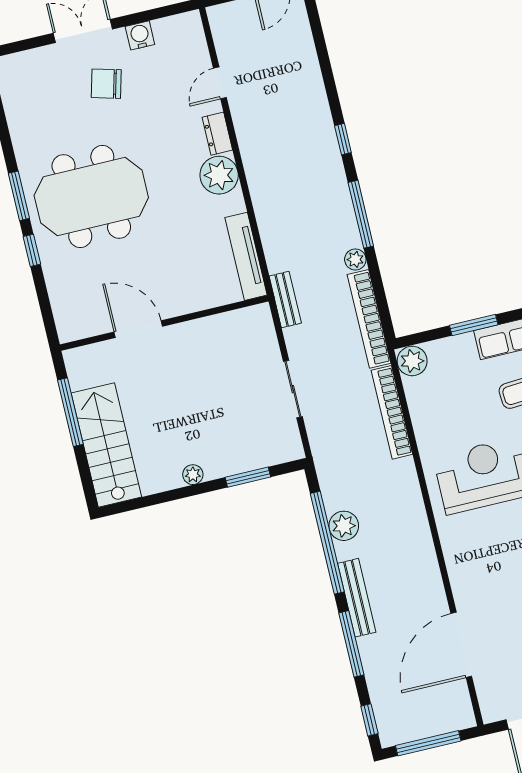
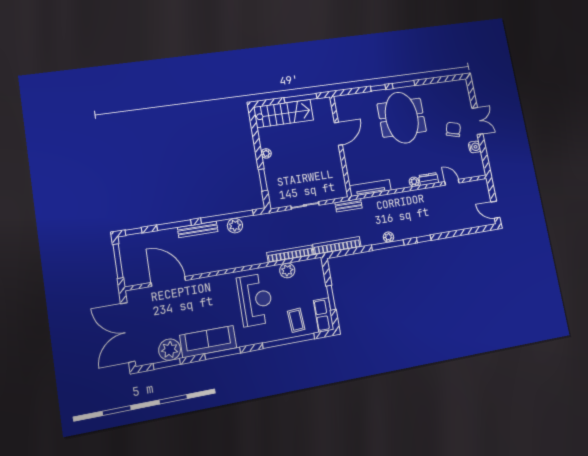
plant: (219, 175) -> (414, 182), width x0.53, depth x0.53
plant: (355, 259) -> (388, 237), moved
plant: (412, 361) -> (287, 270), moved

